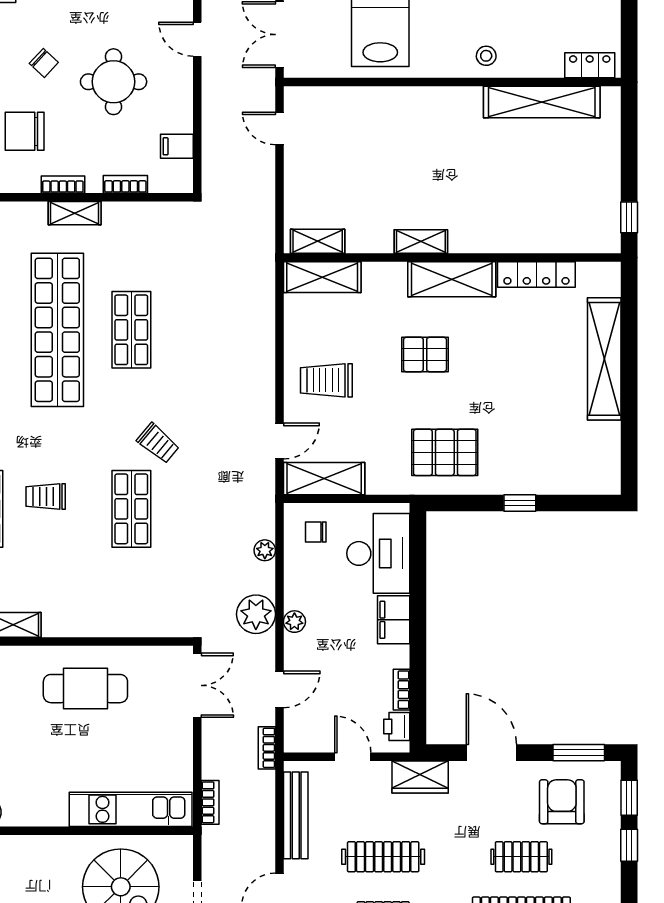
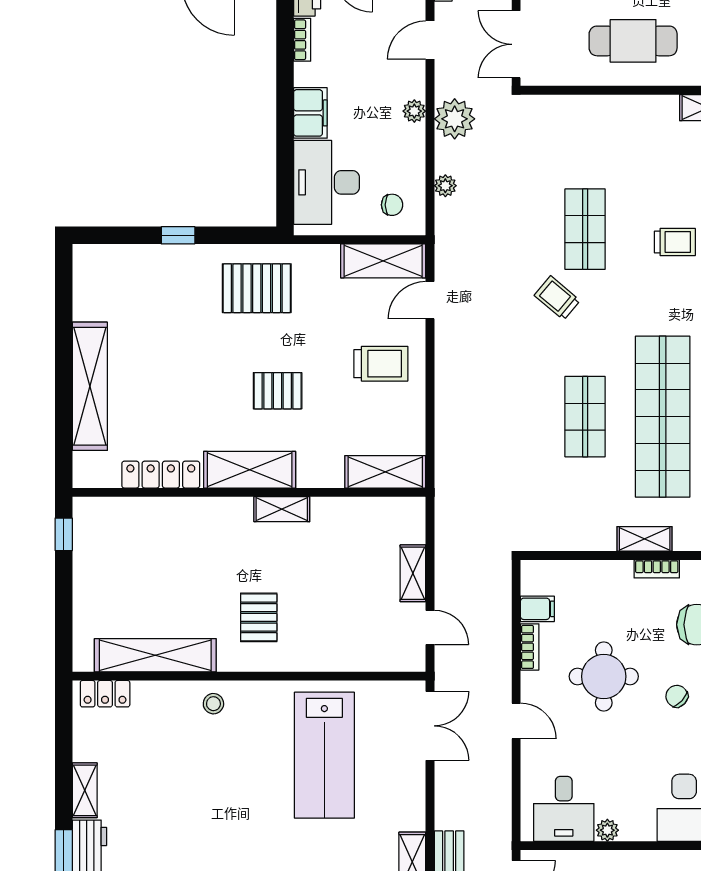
pallet: (443, 138) -> (259, 617), added
bookcase: (125, 184) -> (530, 647), moved, turned -90
shelving: (318, 241) -> (413, 573), moved, turned 90

